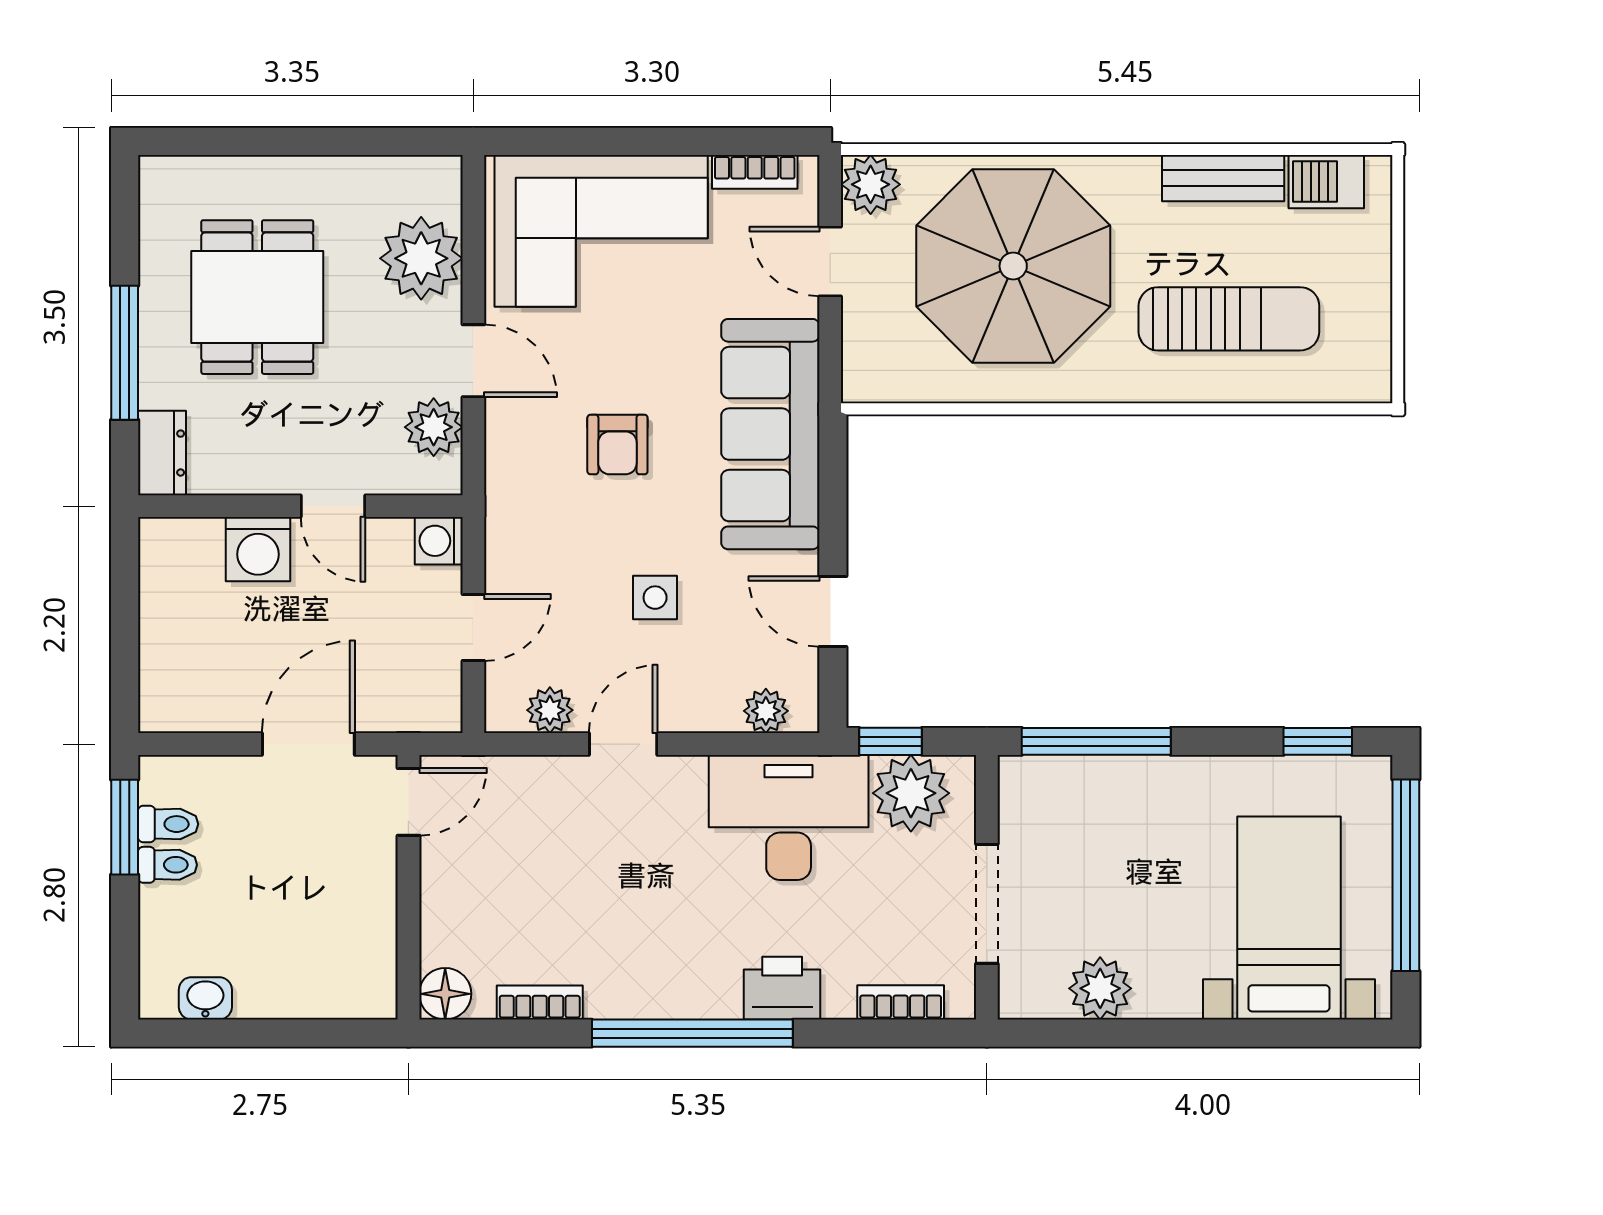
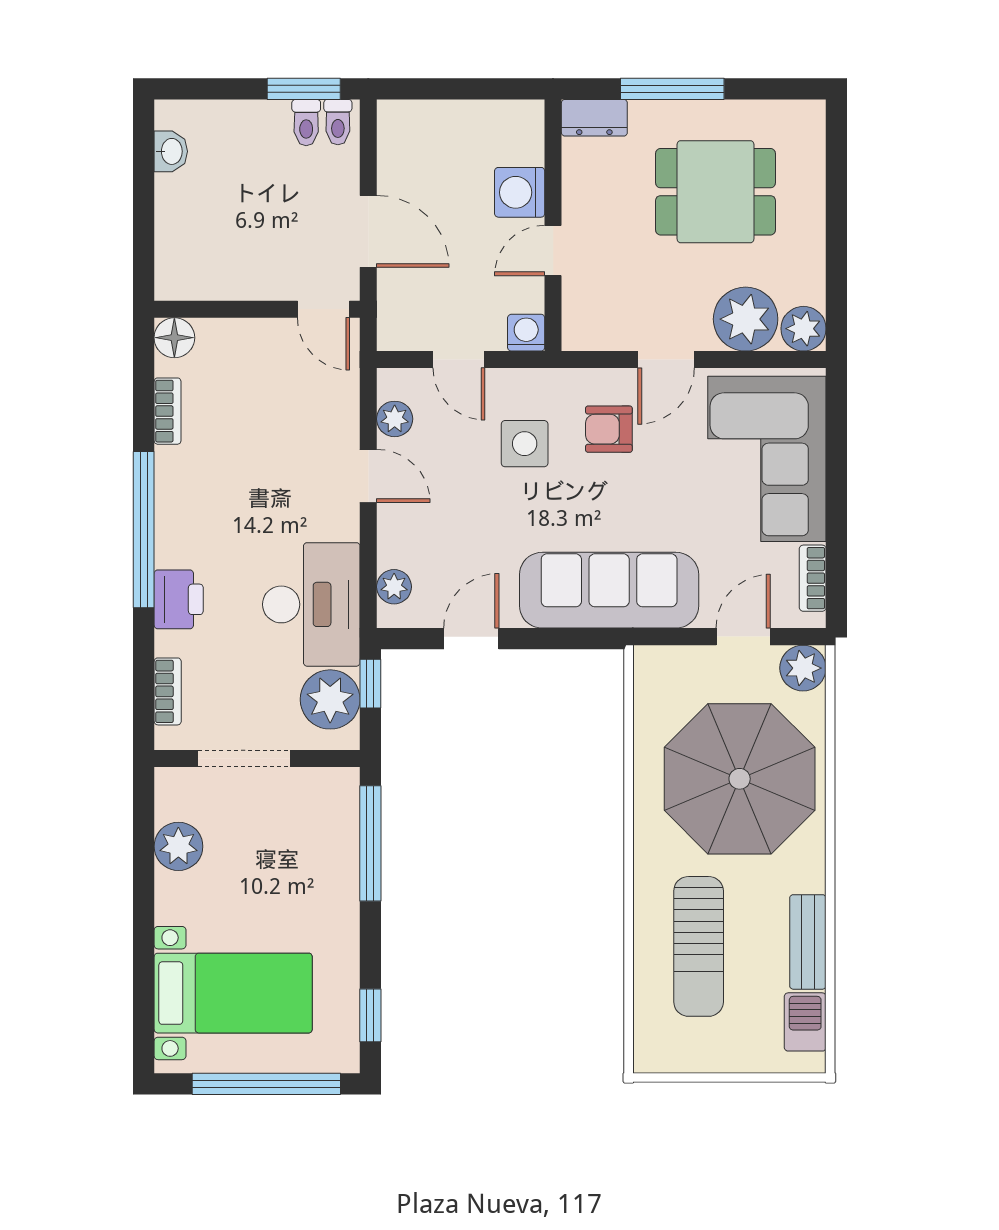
plant: (434, 427) -> (803, 329), moved
armchair: (617, 444) -> (609, 429), moved
side table: (655, 598) -> (525, 444), moved, width x1.37, depth x1.37
toilet: (168, 865) -> (338, 122), moved

